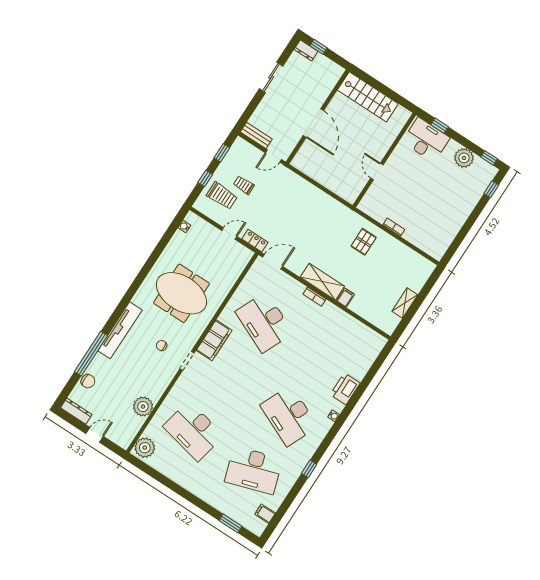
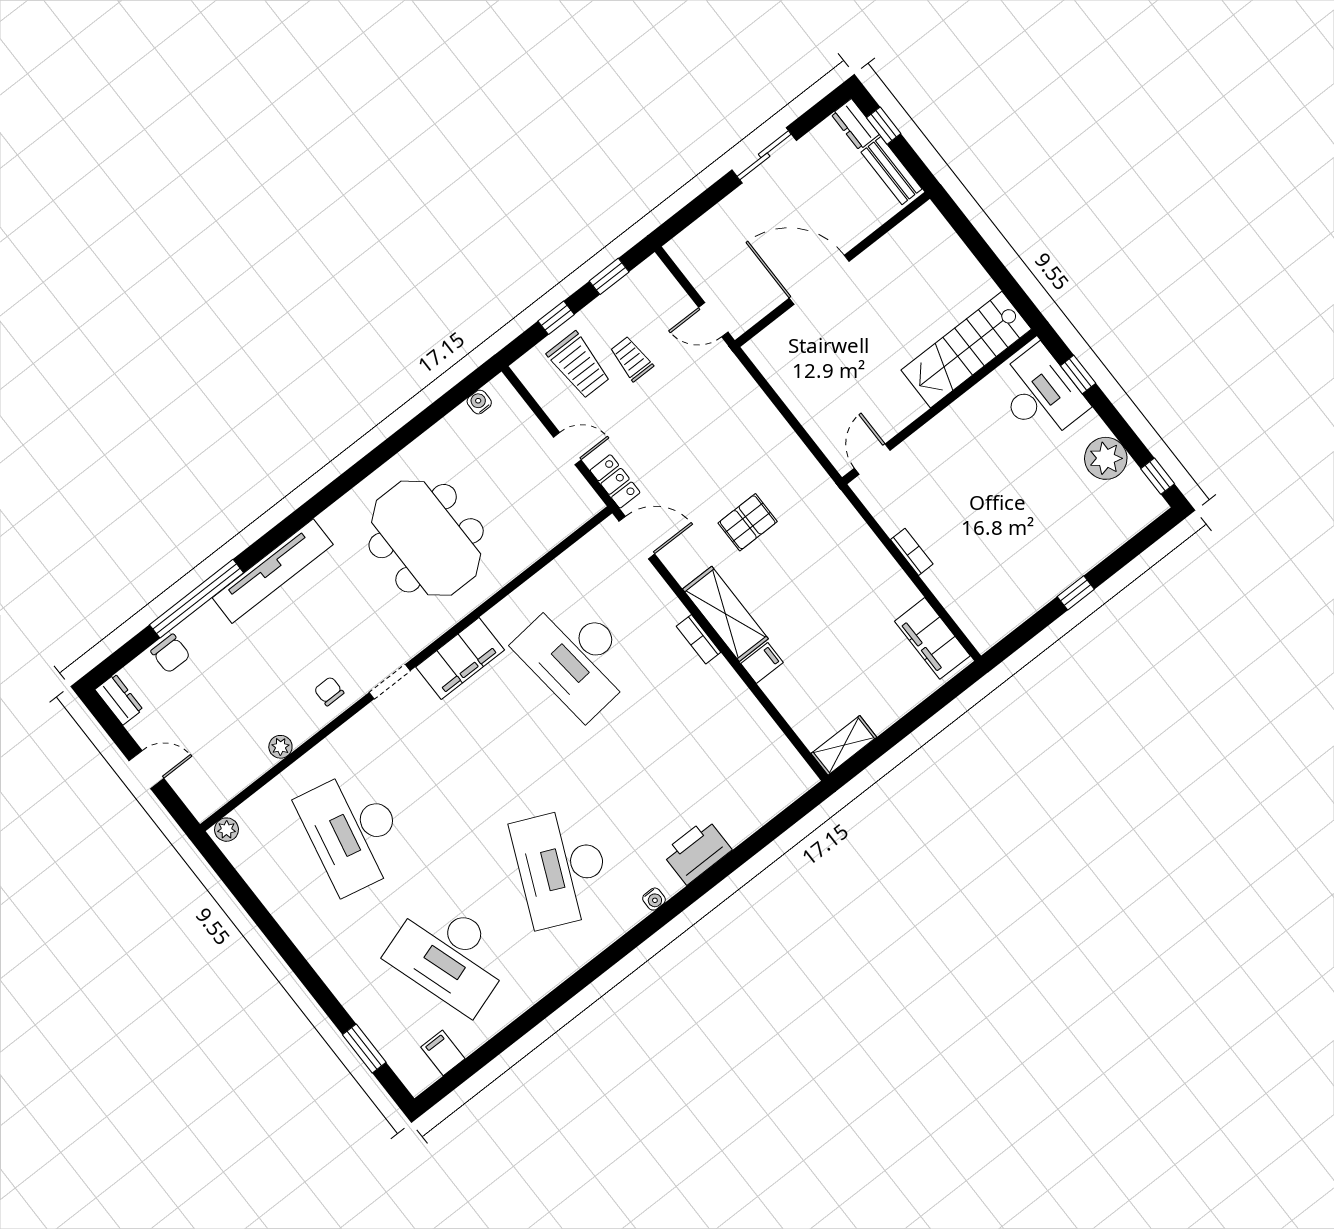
stairs: (368, 97) -> (966, 350), moved, turned 90
door: (313, 123) -> (819, 280), swing flipped
bench: (256, 136) -> (892, 171), moved
door: (377, 172) -> (872, 459), moved
window: (491, 189) -> (1076, 593), moved
pallet: (364, 242) -> (748, 522), moved
filing cabinet: (416, 262) -> (932, 638), added
shelving: (405, 303) -> (844, 745), moved
desk: (264, 322) -> (577, 657), turned -30
chair: (162, 346) -> (329, 691), moved
plant: (143, 407) -> (280, 747), width x0.53, depth x0.53
dresser: (76, 411) -> (119, 699), width x0.70
plant: (145, 448) -> (227, 830), width x0.53, depth x0.53
window: (309, 469) -> (566, 991), removed

